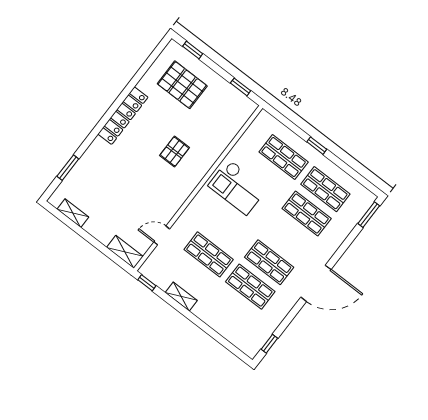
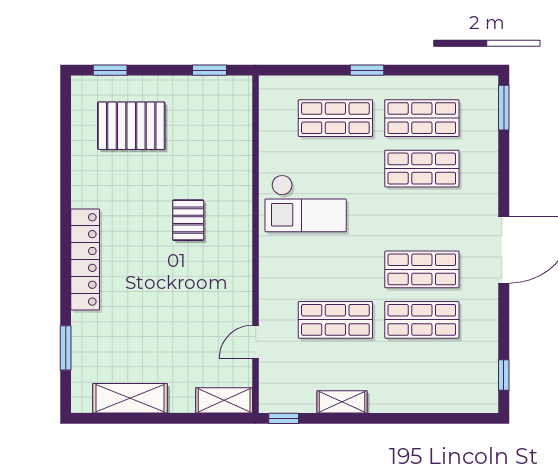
locker: (123, 116) -> (85, 259), moved
shelving: (73, 213) -> (130, 398), width x1.50, depth x1.33

